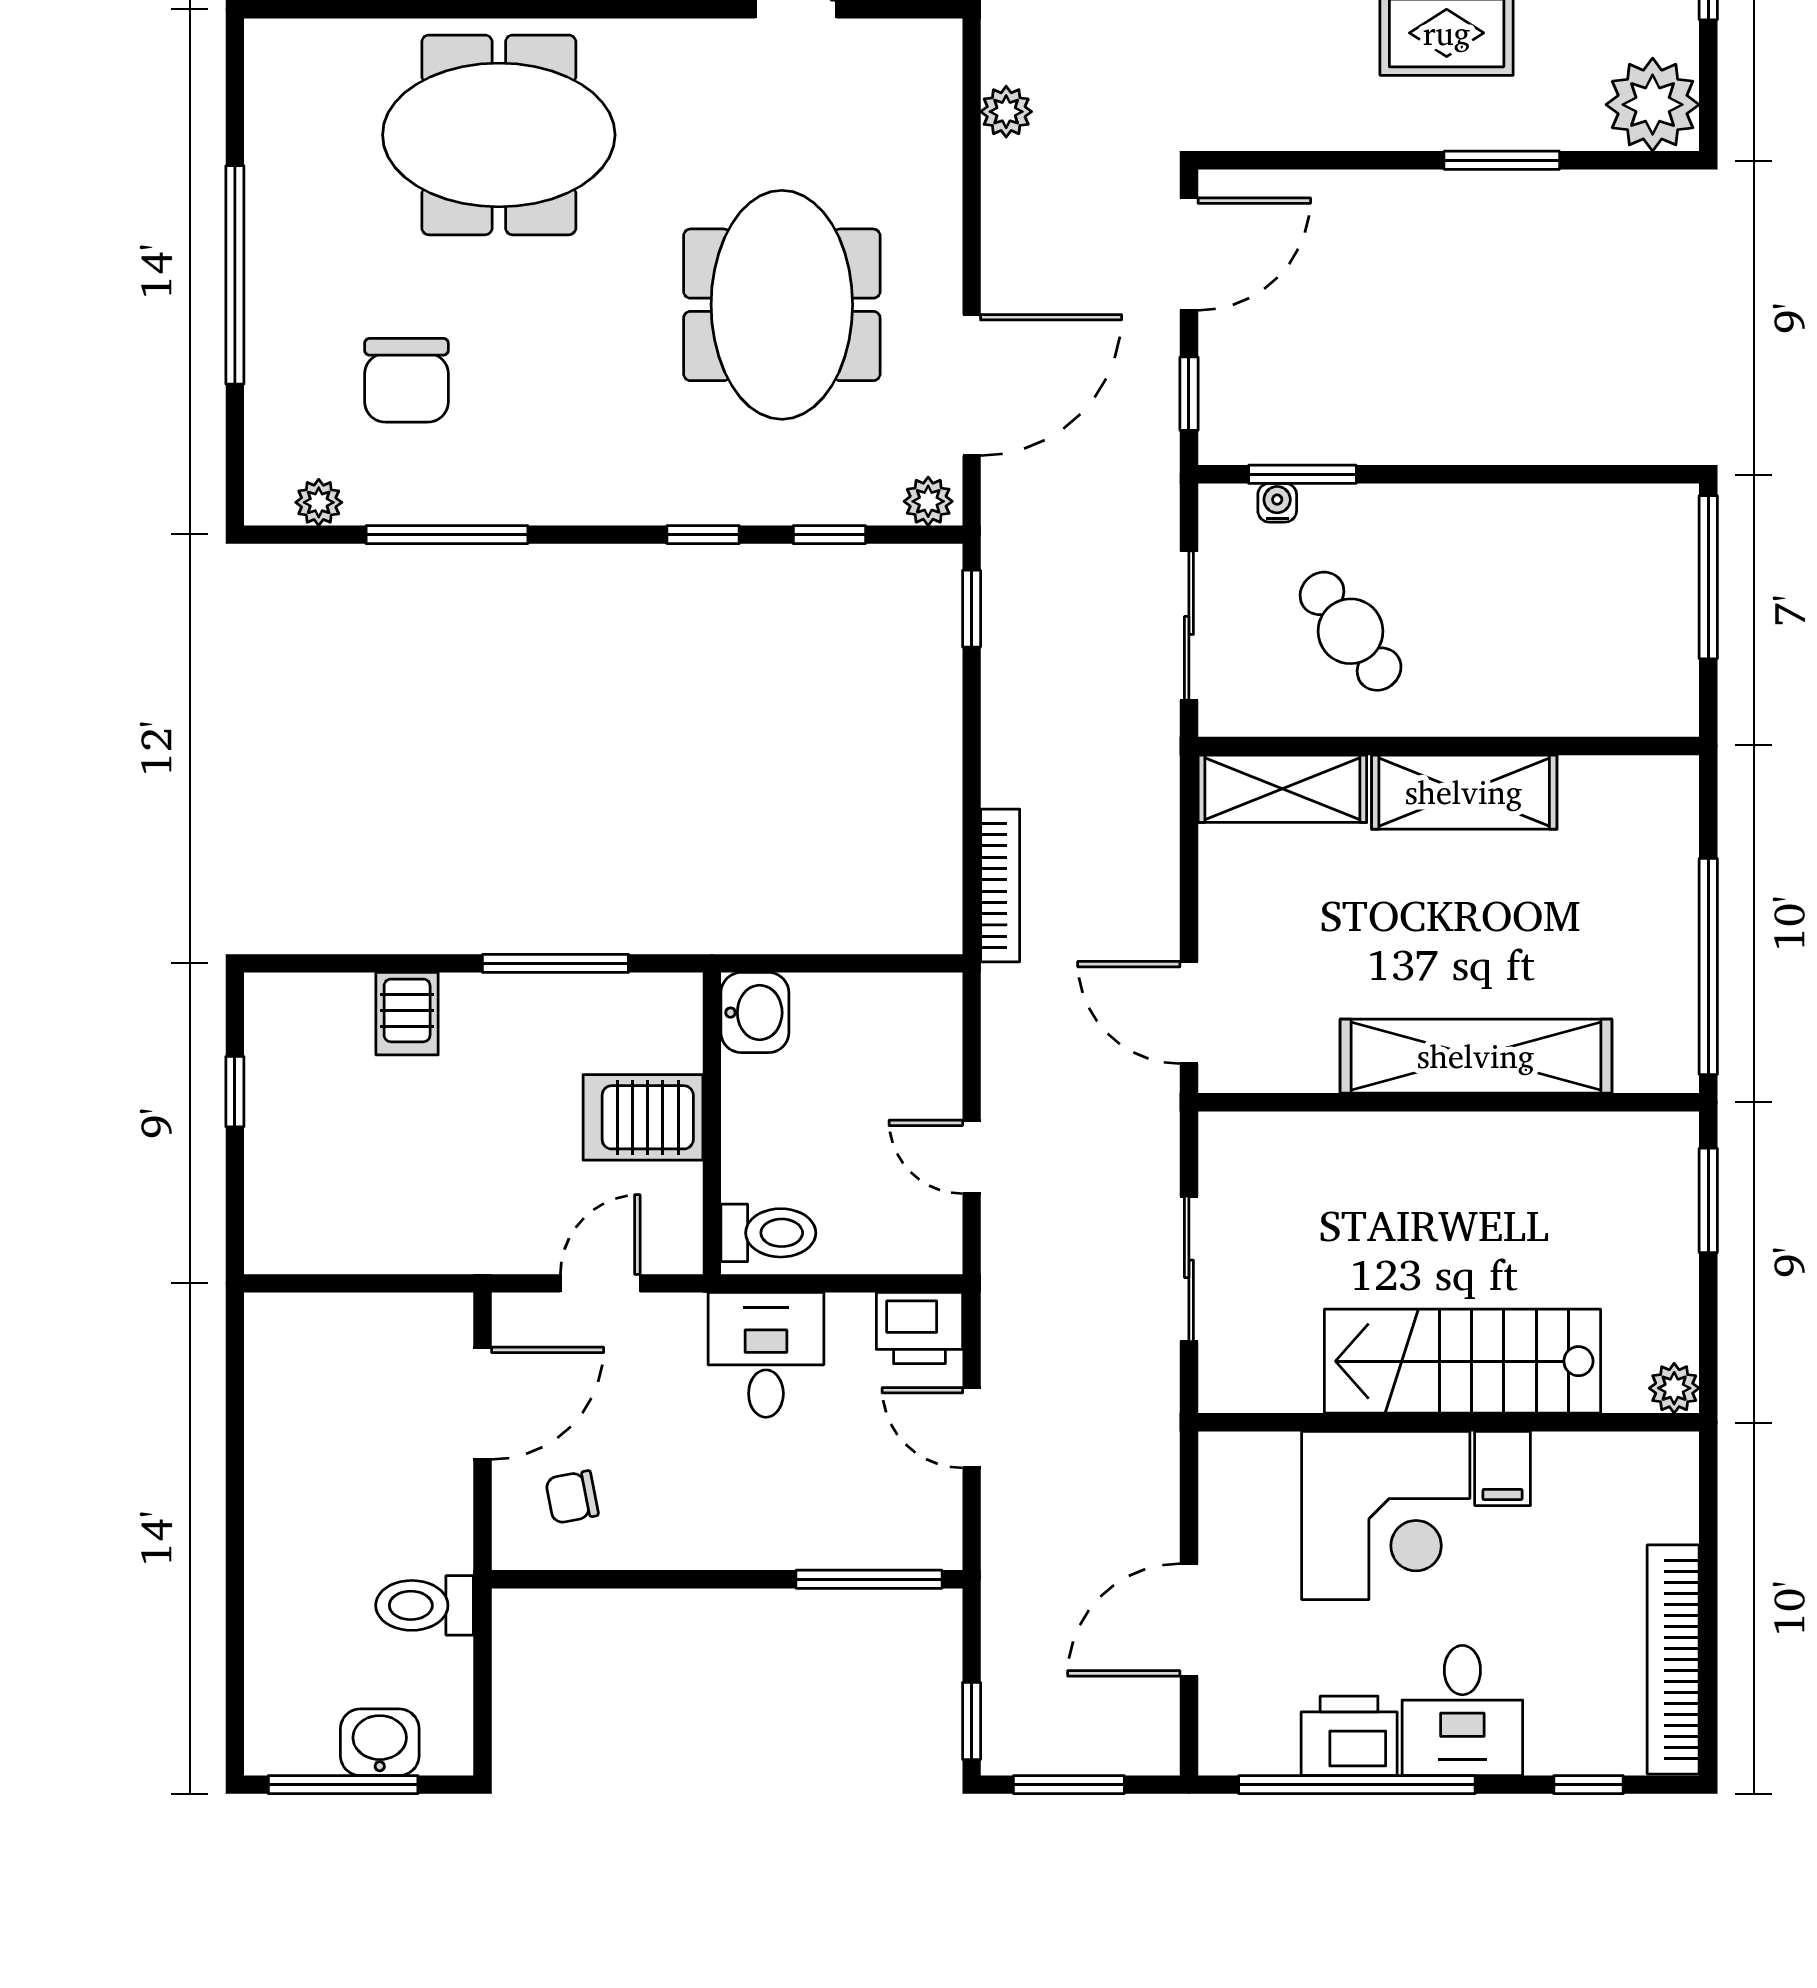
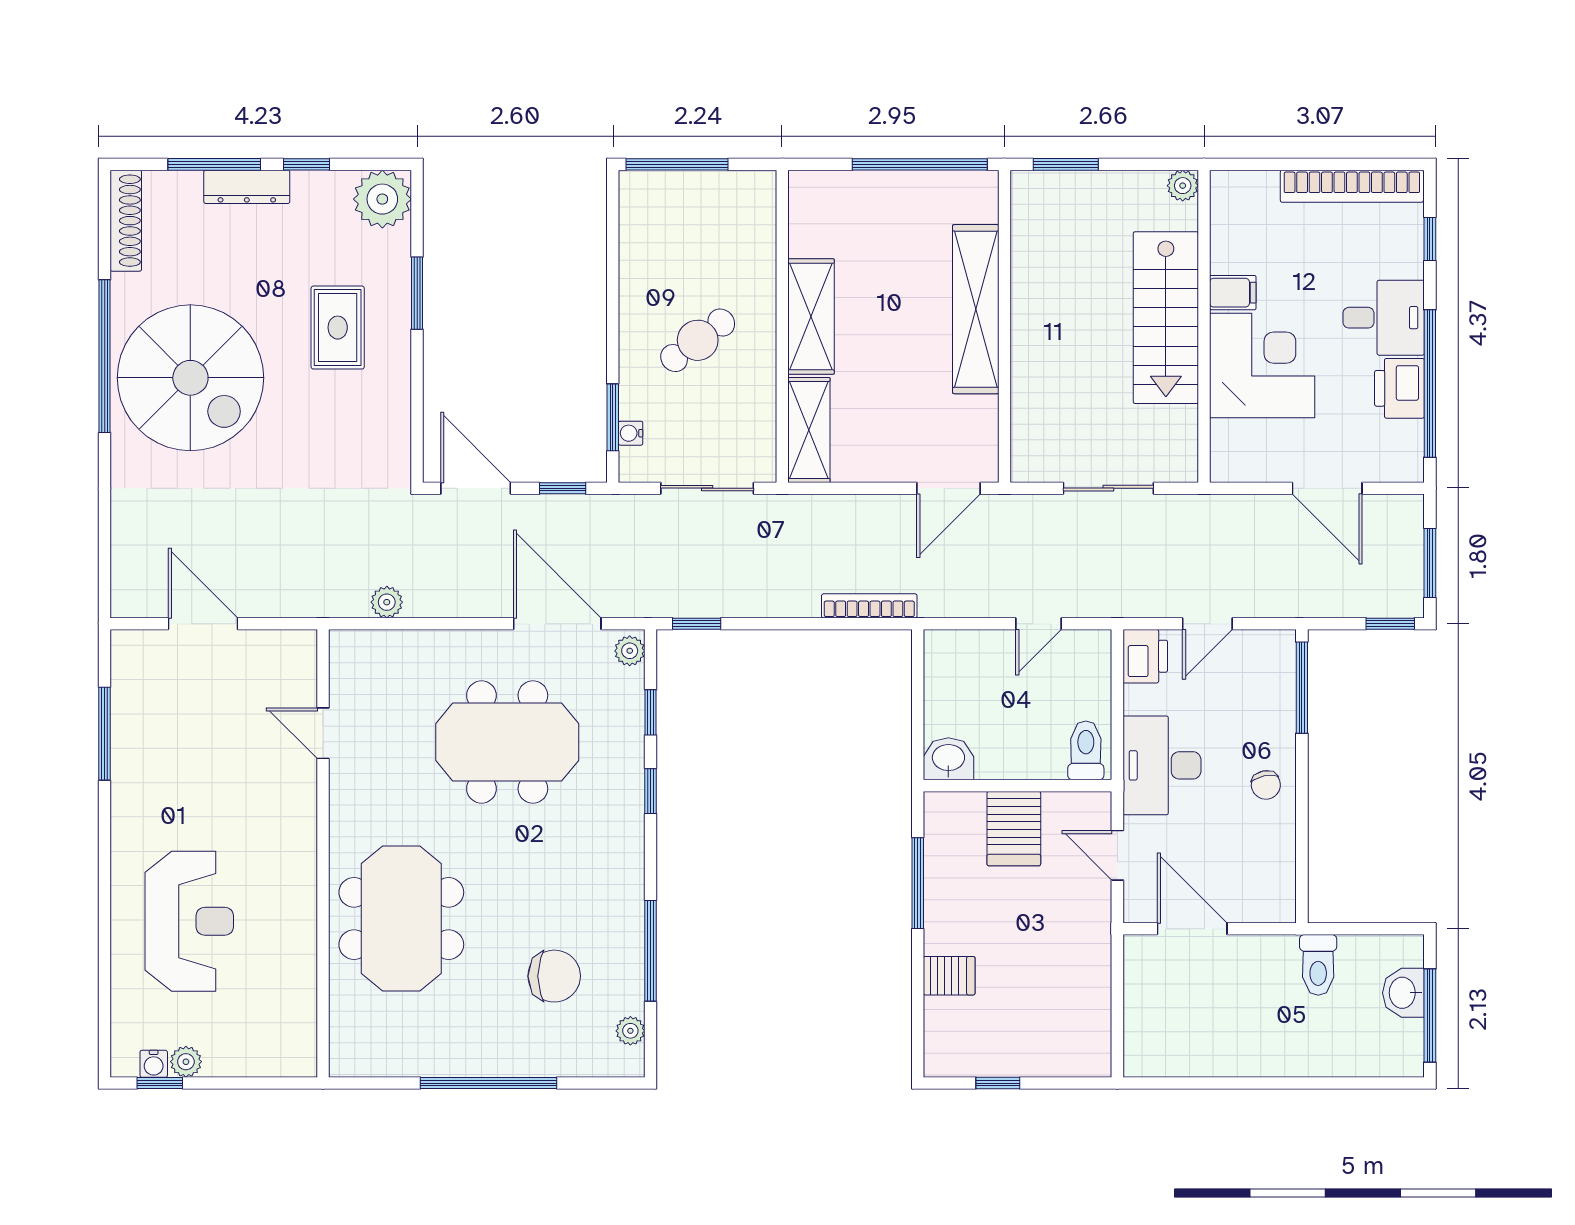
cafe table: (1351, 631) -> (698, 340), moved
desk: (766, 1355) -> (1162, 765), width x1.37
chair: (572, 1497) -> (1266, 785), moved

